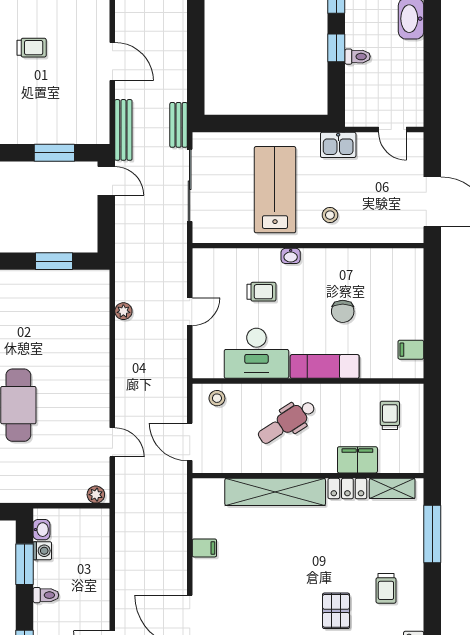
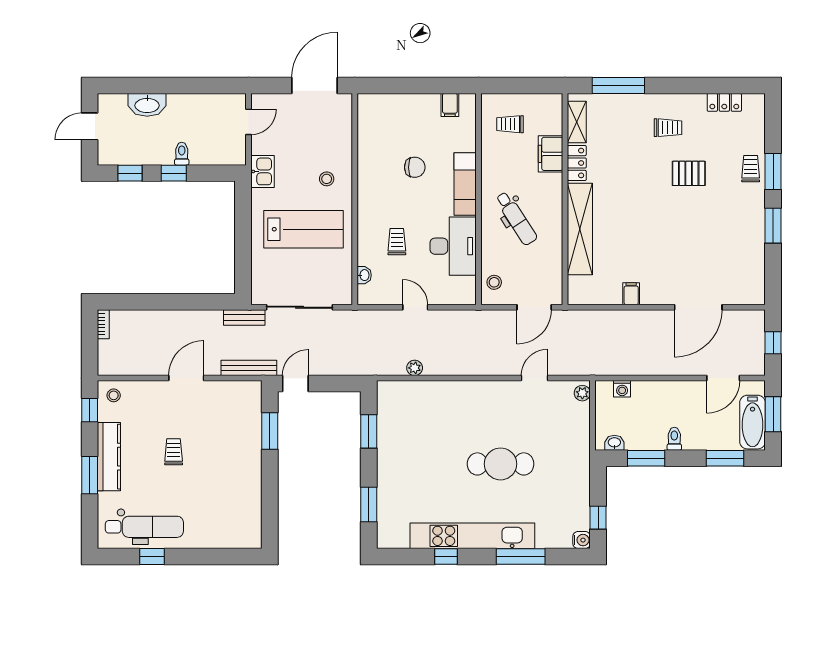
lab bench: (275, 190) -> (303, 229), turned 180
washbasin: (291, 256) -> (364, 275), moved
washing machine: (42, 551) -> (622, 389), moved, turned 180

